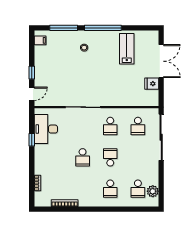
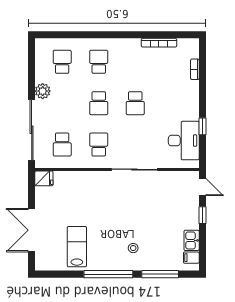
lab bench: (127, 49) -> (77, 247), turned 180
kitchen sink: (40, 53) -> (192, 240), added
fridge: (152, 84) -> (44, 178), moved
door: (32, 94) -> (202, 187), swing flipped
school desk: (138, 126) -> (62, 145), turned 180
school desk: (83, 157) -> (135, 103), turned 180
plant: (153, 191) -> (43, 91), moved

